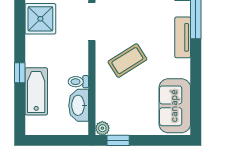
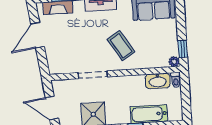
toilet: (78, 82) -> (176, 80), moved

